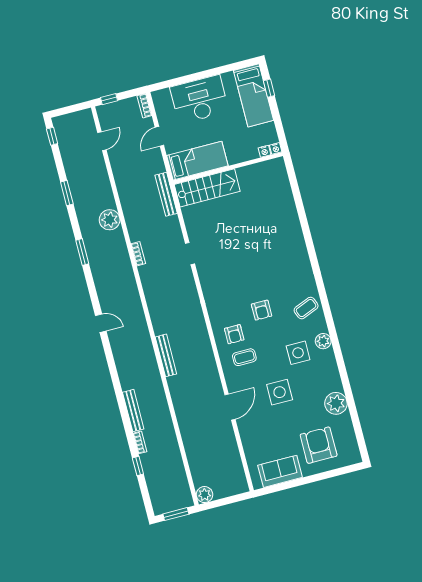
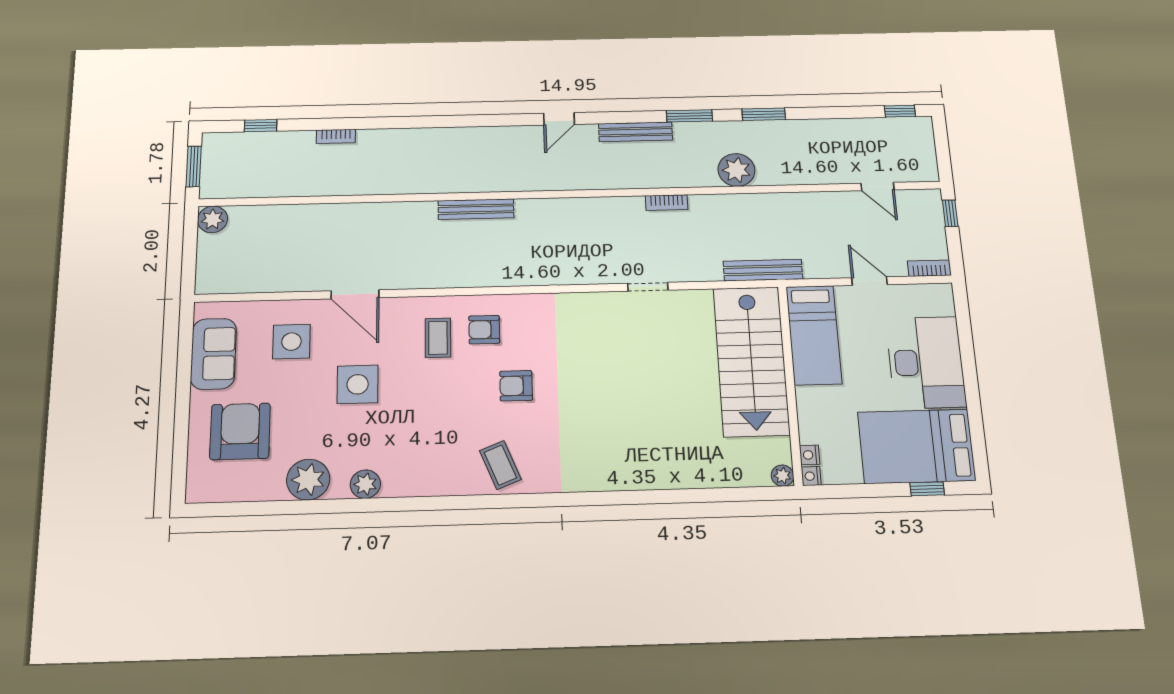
bed: (254, 95) -> (917, 446), width x1.50
plant: (279, 163) -> (783, 476), added
stairs: (207, 188) -> (751, 361), width x1.36, depth x1.51
window: (67, 193) -> (764, 114), moved
plant: (323, 341) -> (365, 484), moved
side table: (298, 353) -> (291, 342), moved
bench: (133, 411) -> (636, 132), moved
armchair: (319, 445) -> (240, 431), turned -90
window: (138, 466) -> (261, 126), moved

